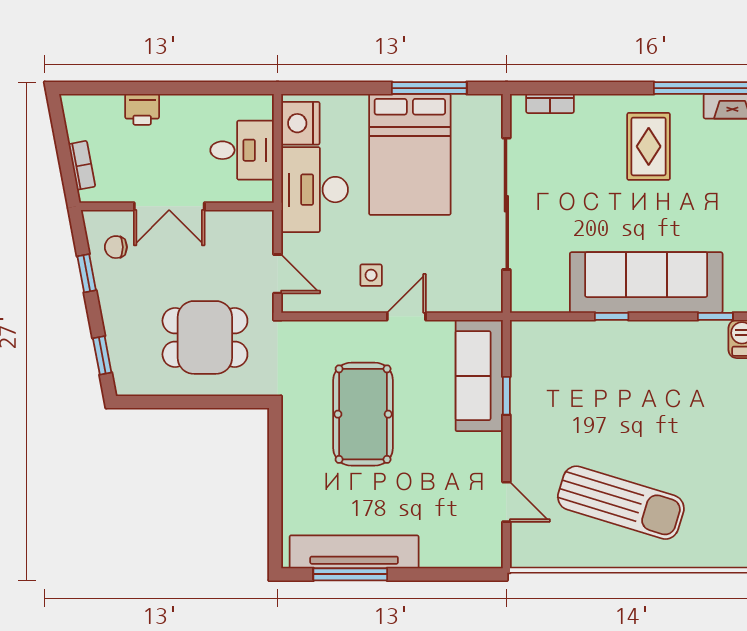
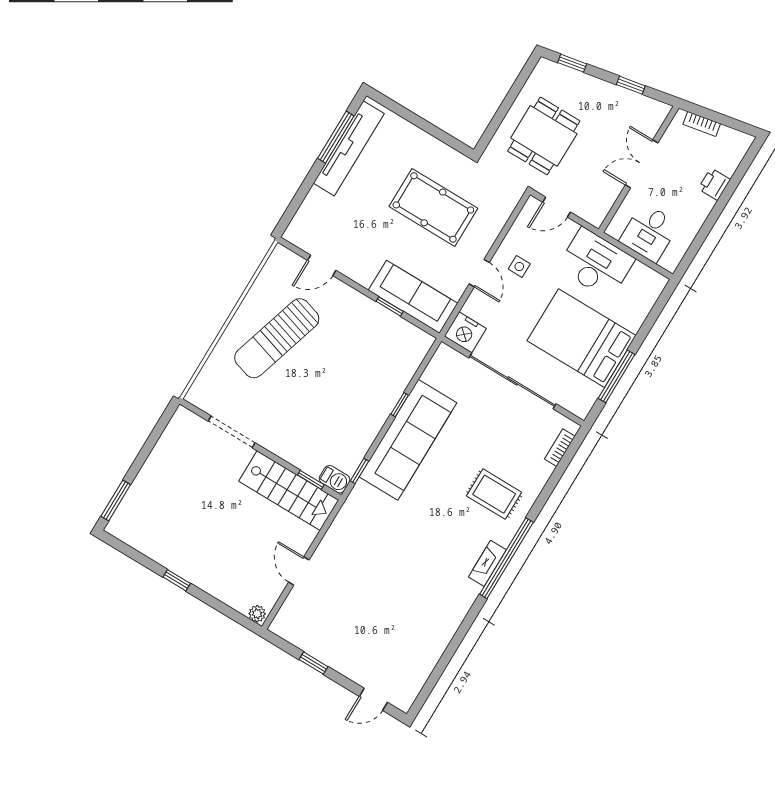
nightstand: (300, 123) -> (465, 332), moved, turned 180
chair: (116, 247) -> (636, 114), removed

